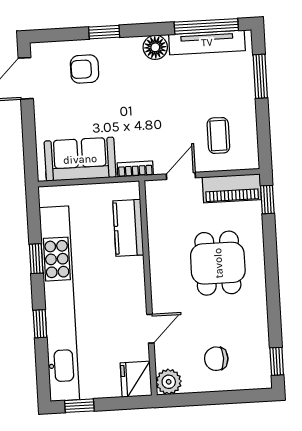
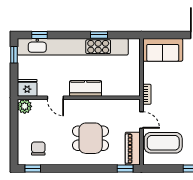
coffee table: (218, 135) -> (163, 143), width x1.86, depth x1.72
sofa: (80, 159) -> (163, 50), moved, turned 90
kitchen counter: (128, 228) -> (86, 88), moved
window: (40, 324) -> (39, 35), moved
chair: (216, 359) -> (38, 149), moved

